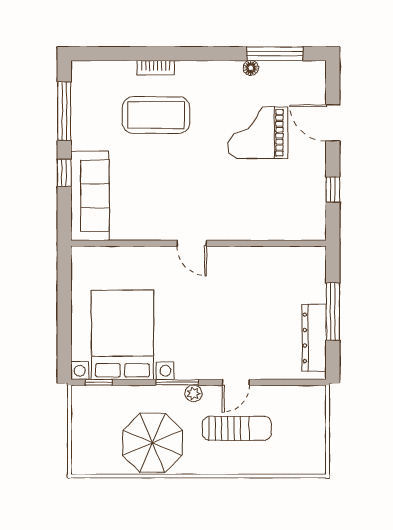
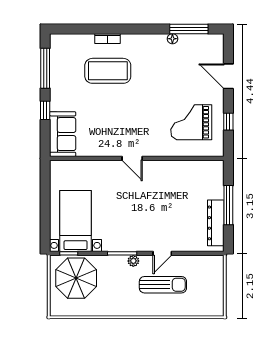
grand piano: (258, 133) -> (191, 122), moved
sofa: (90, 196) -> (63, 134), width x0.73
bed with nightstands: (122, 335) -> (76, 221), width x0.73
parasol: (153, 443) -> (76, 278), moved

